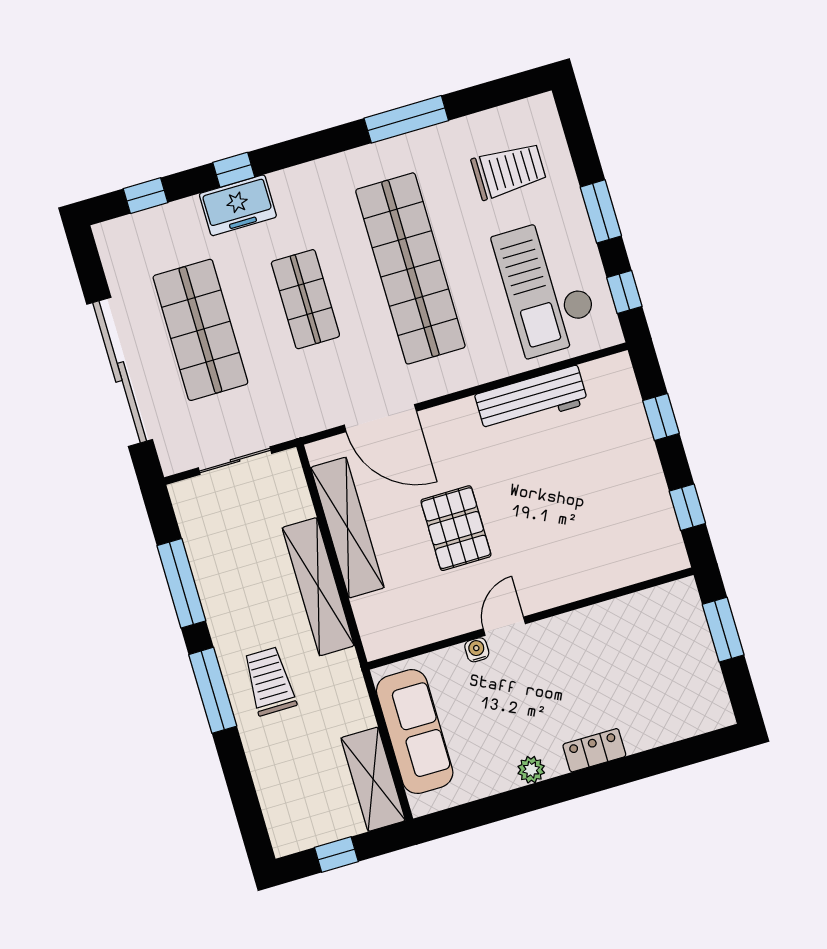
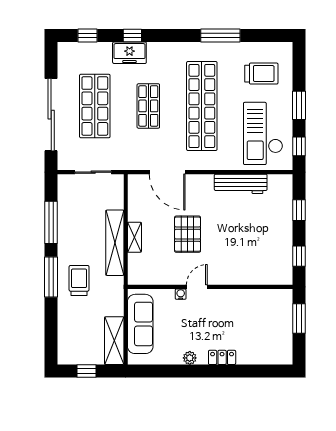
shelving: (347, 528) -> (134, 237), width x0.45, depth x0.75

